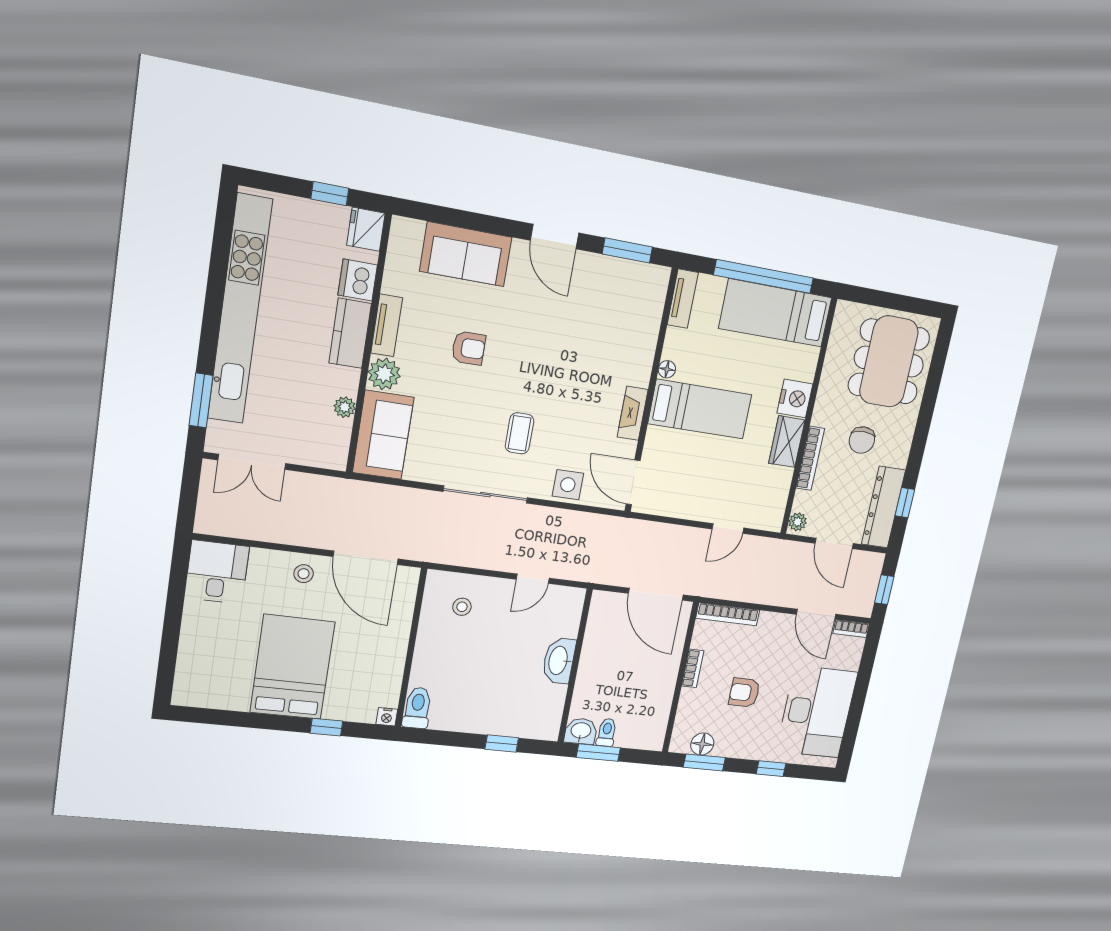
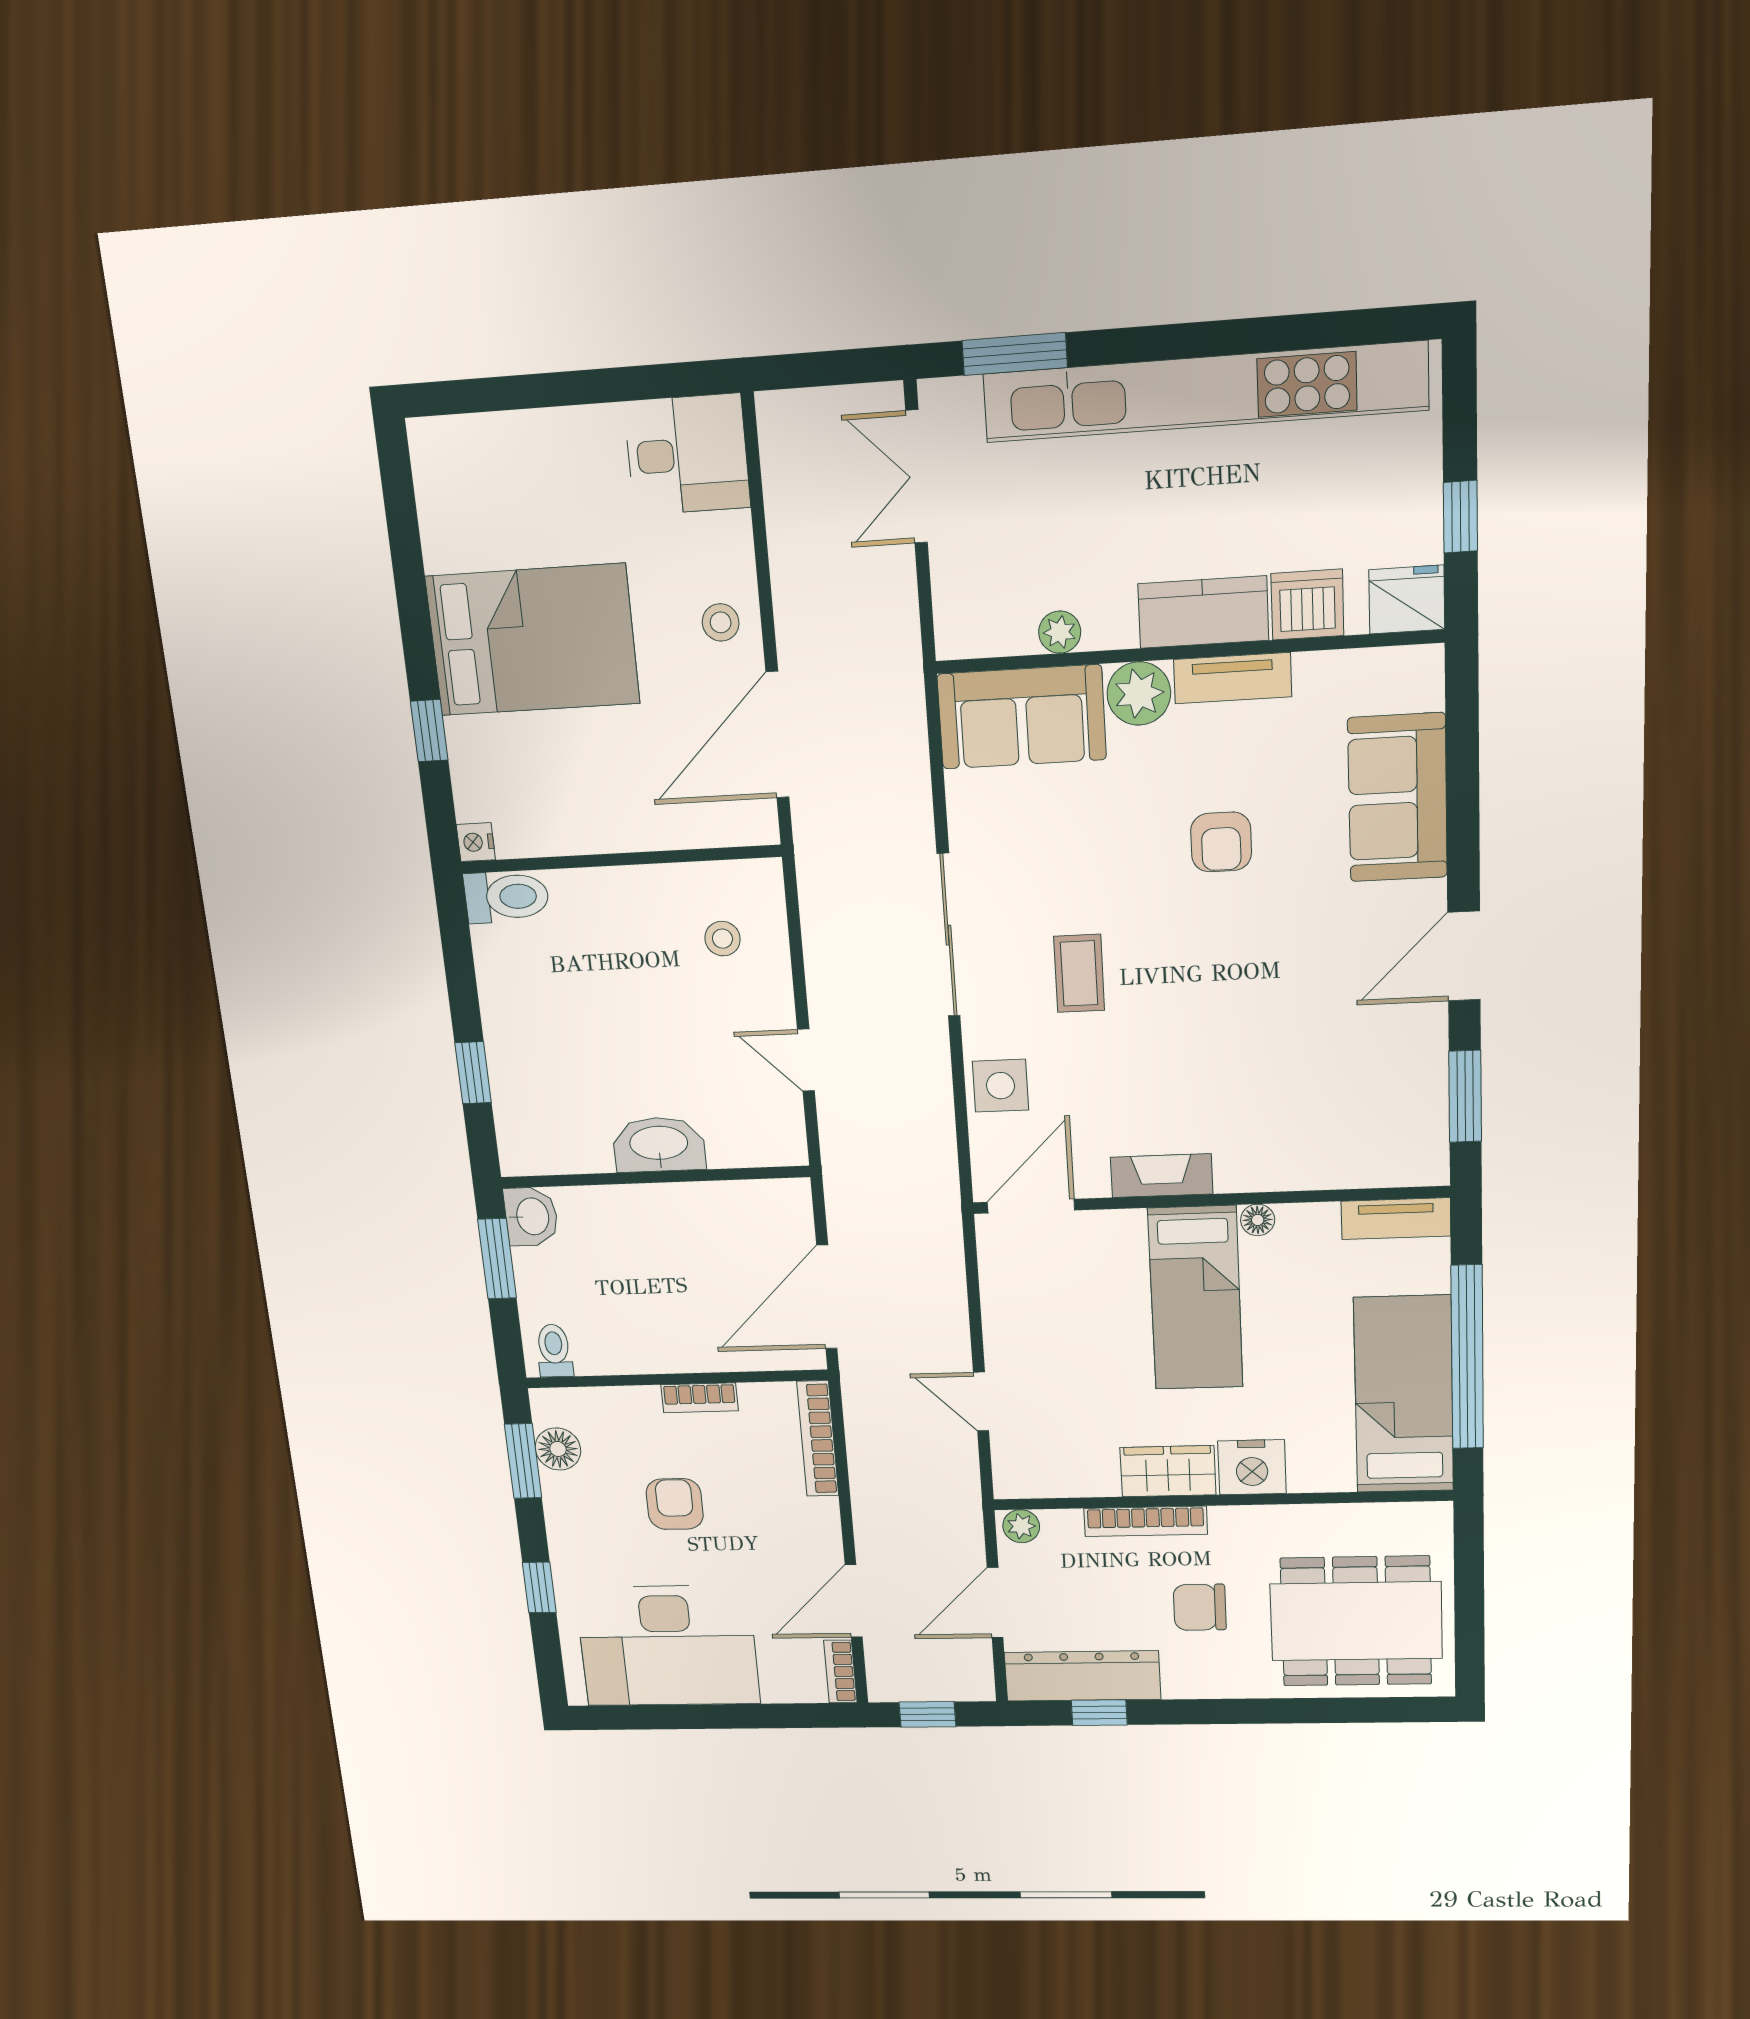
coffee table: (520, 433) -> (1079, 973), turned 90
toilet: (607, 732) -> (554, 1351), moved, turned -90

